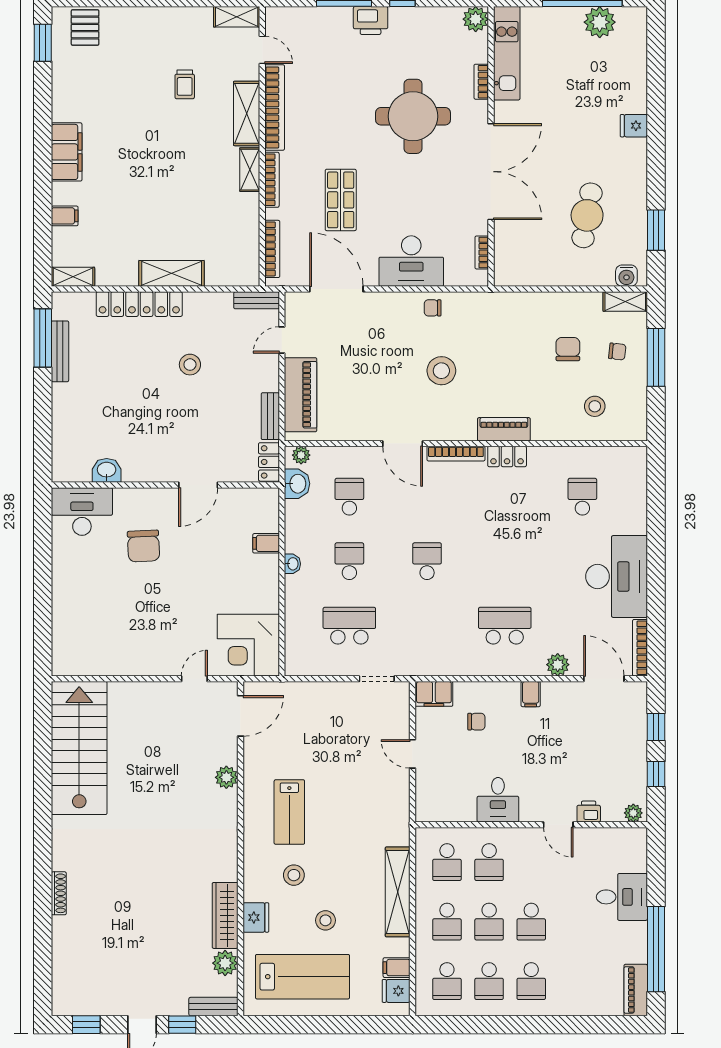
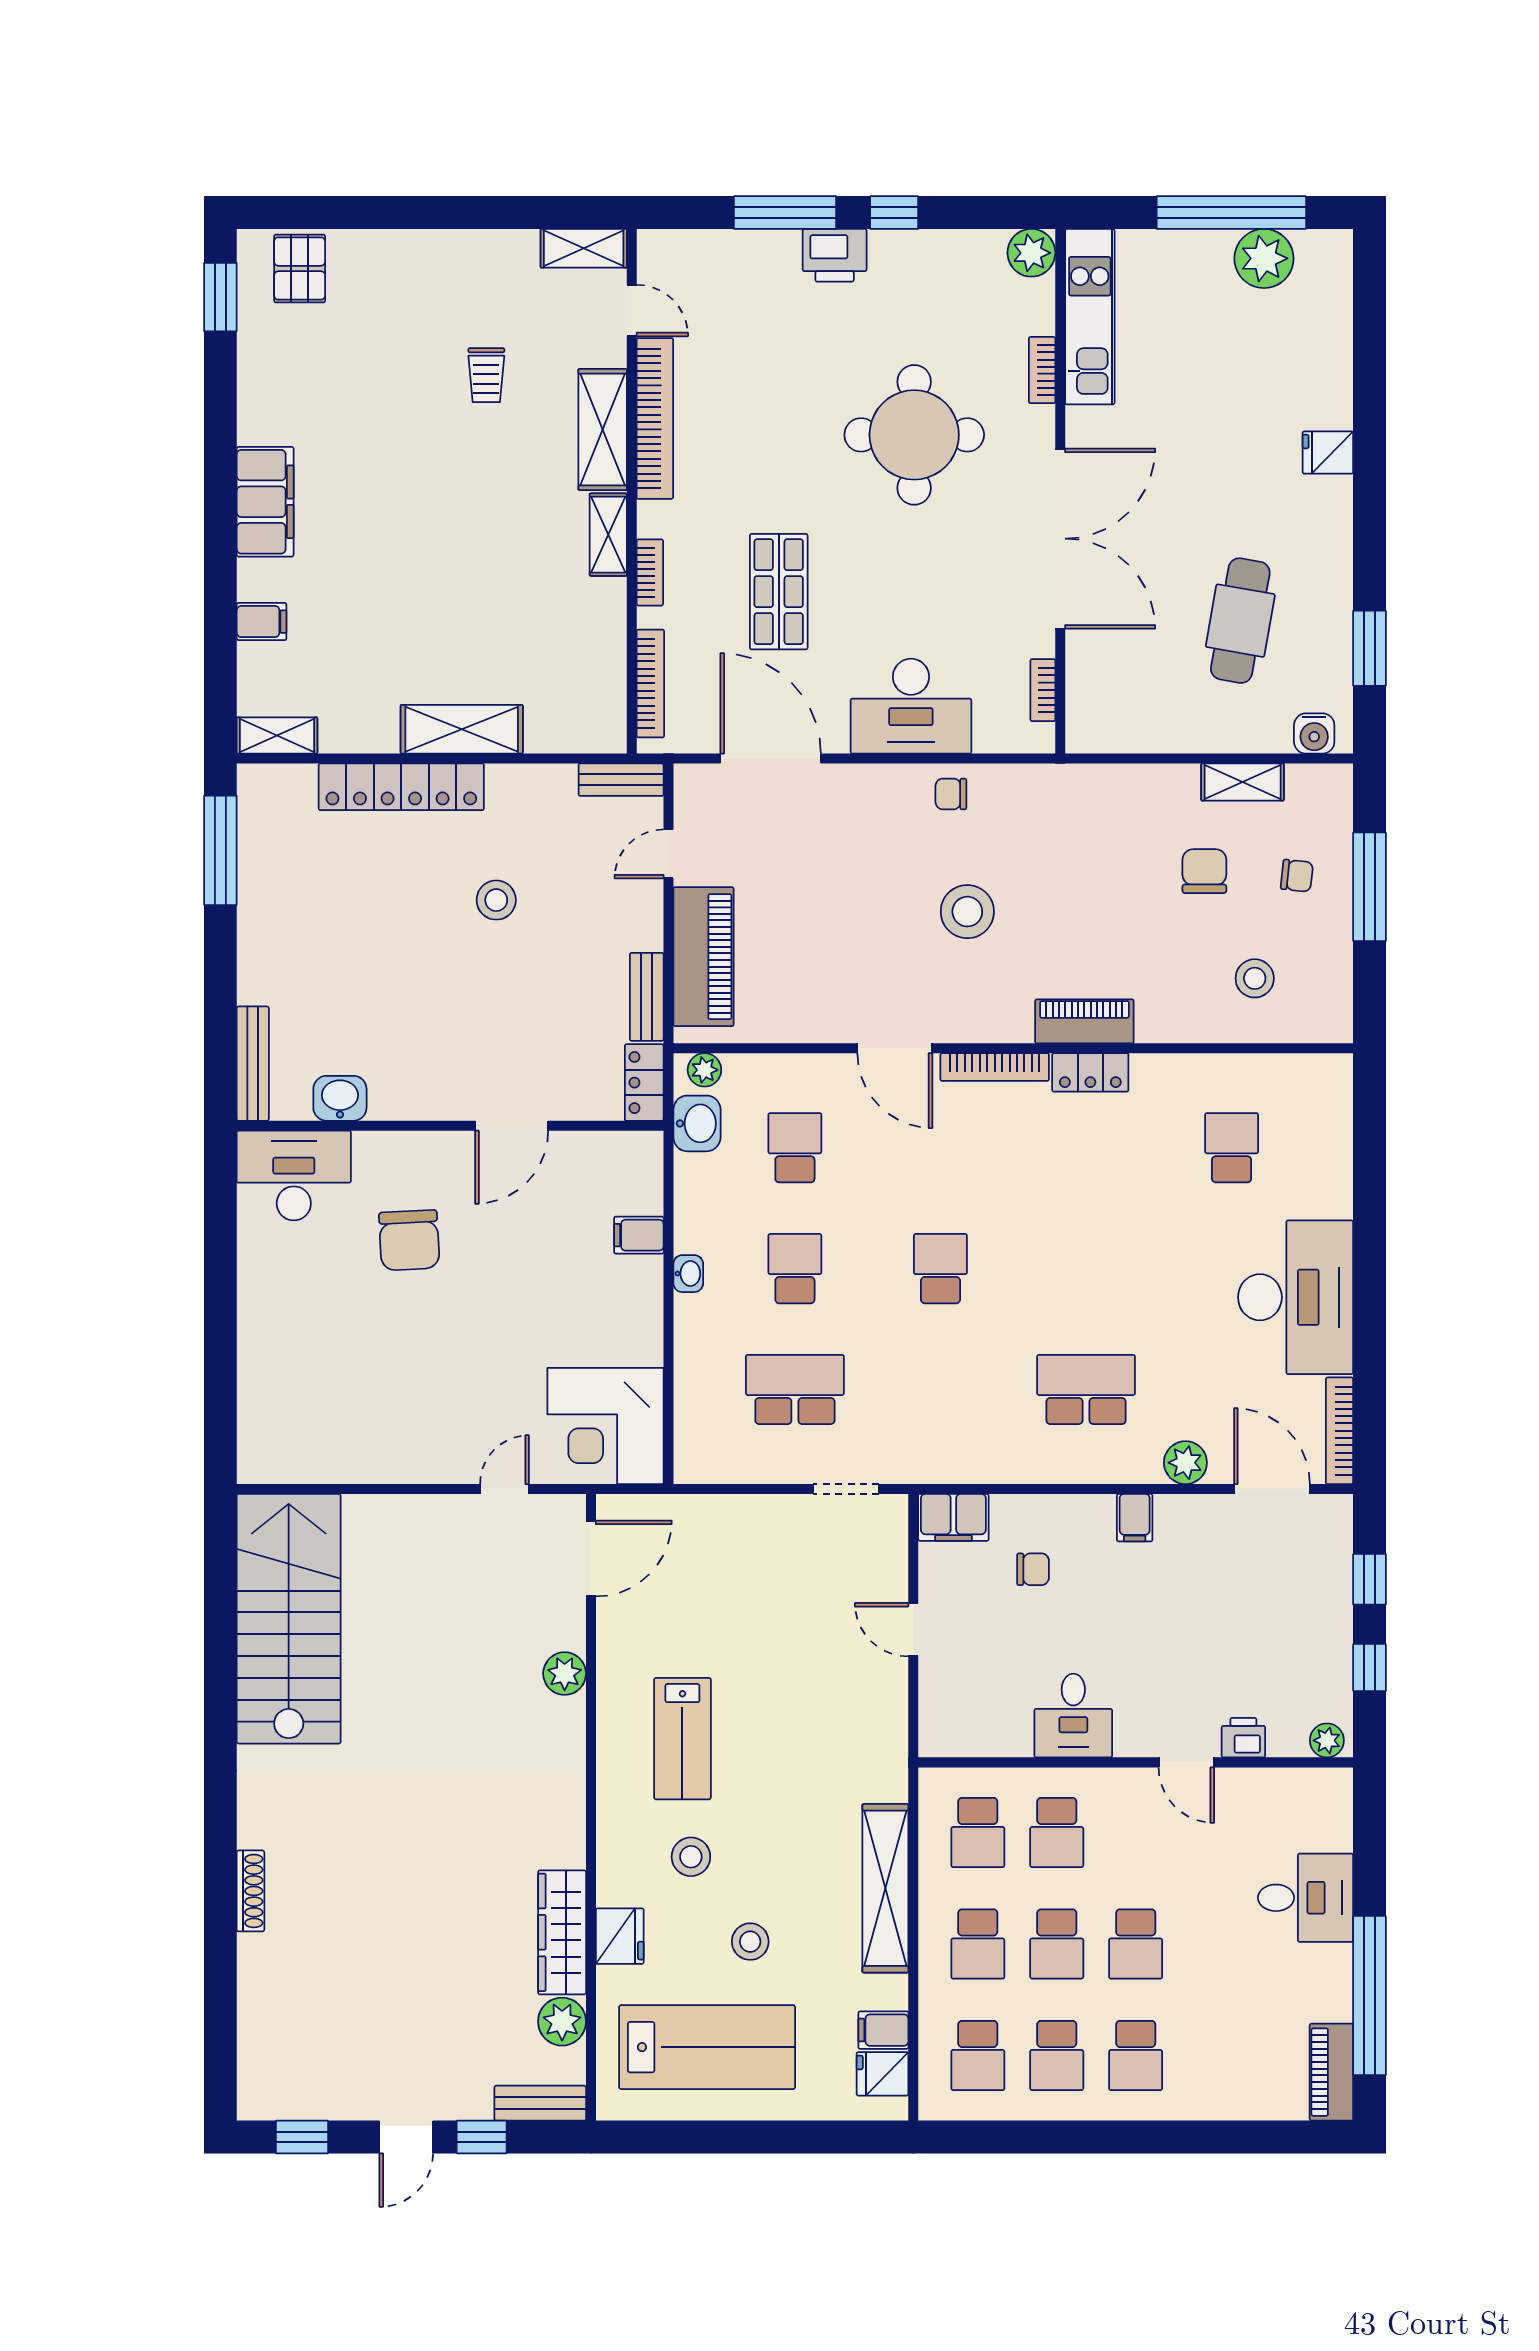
bookcase: (272, 180) -> (650, 572), width x0.64
shelving: (625, 302) -> (1243, 782), moved
bench: (60, 351) -> (253, 1064), moved

